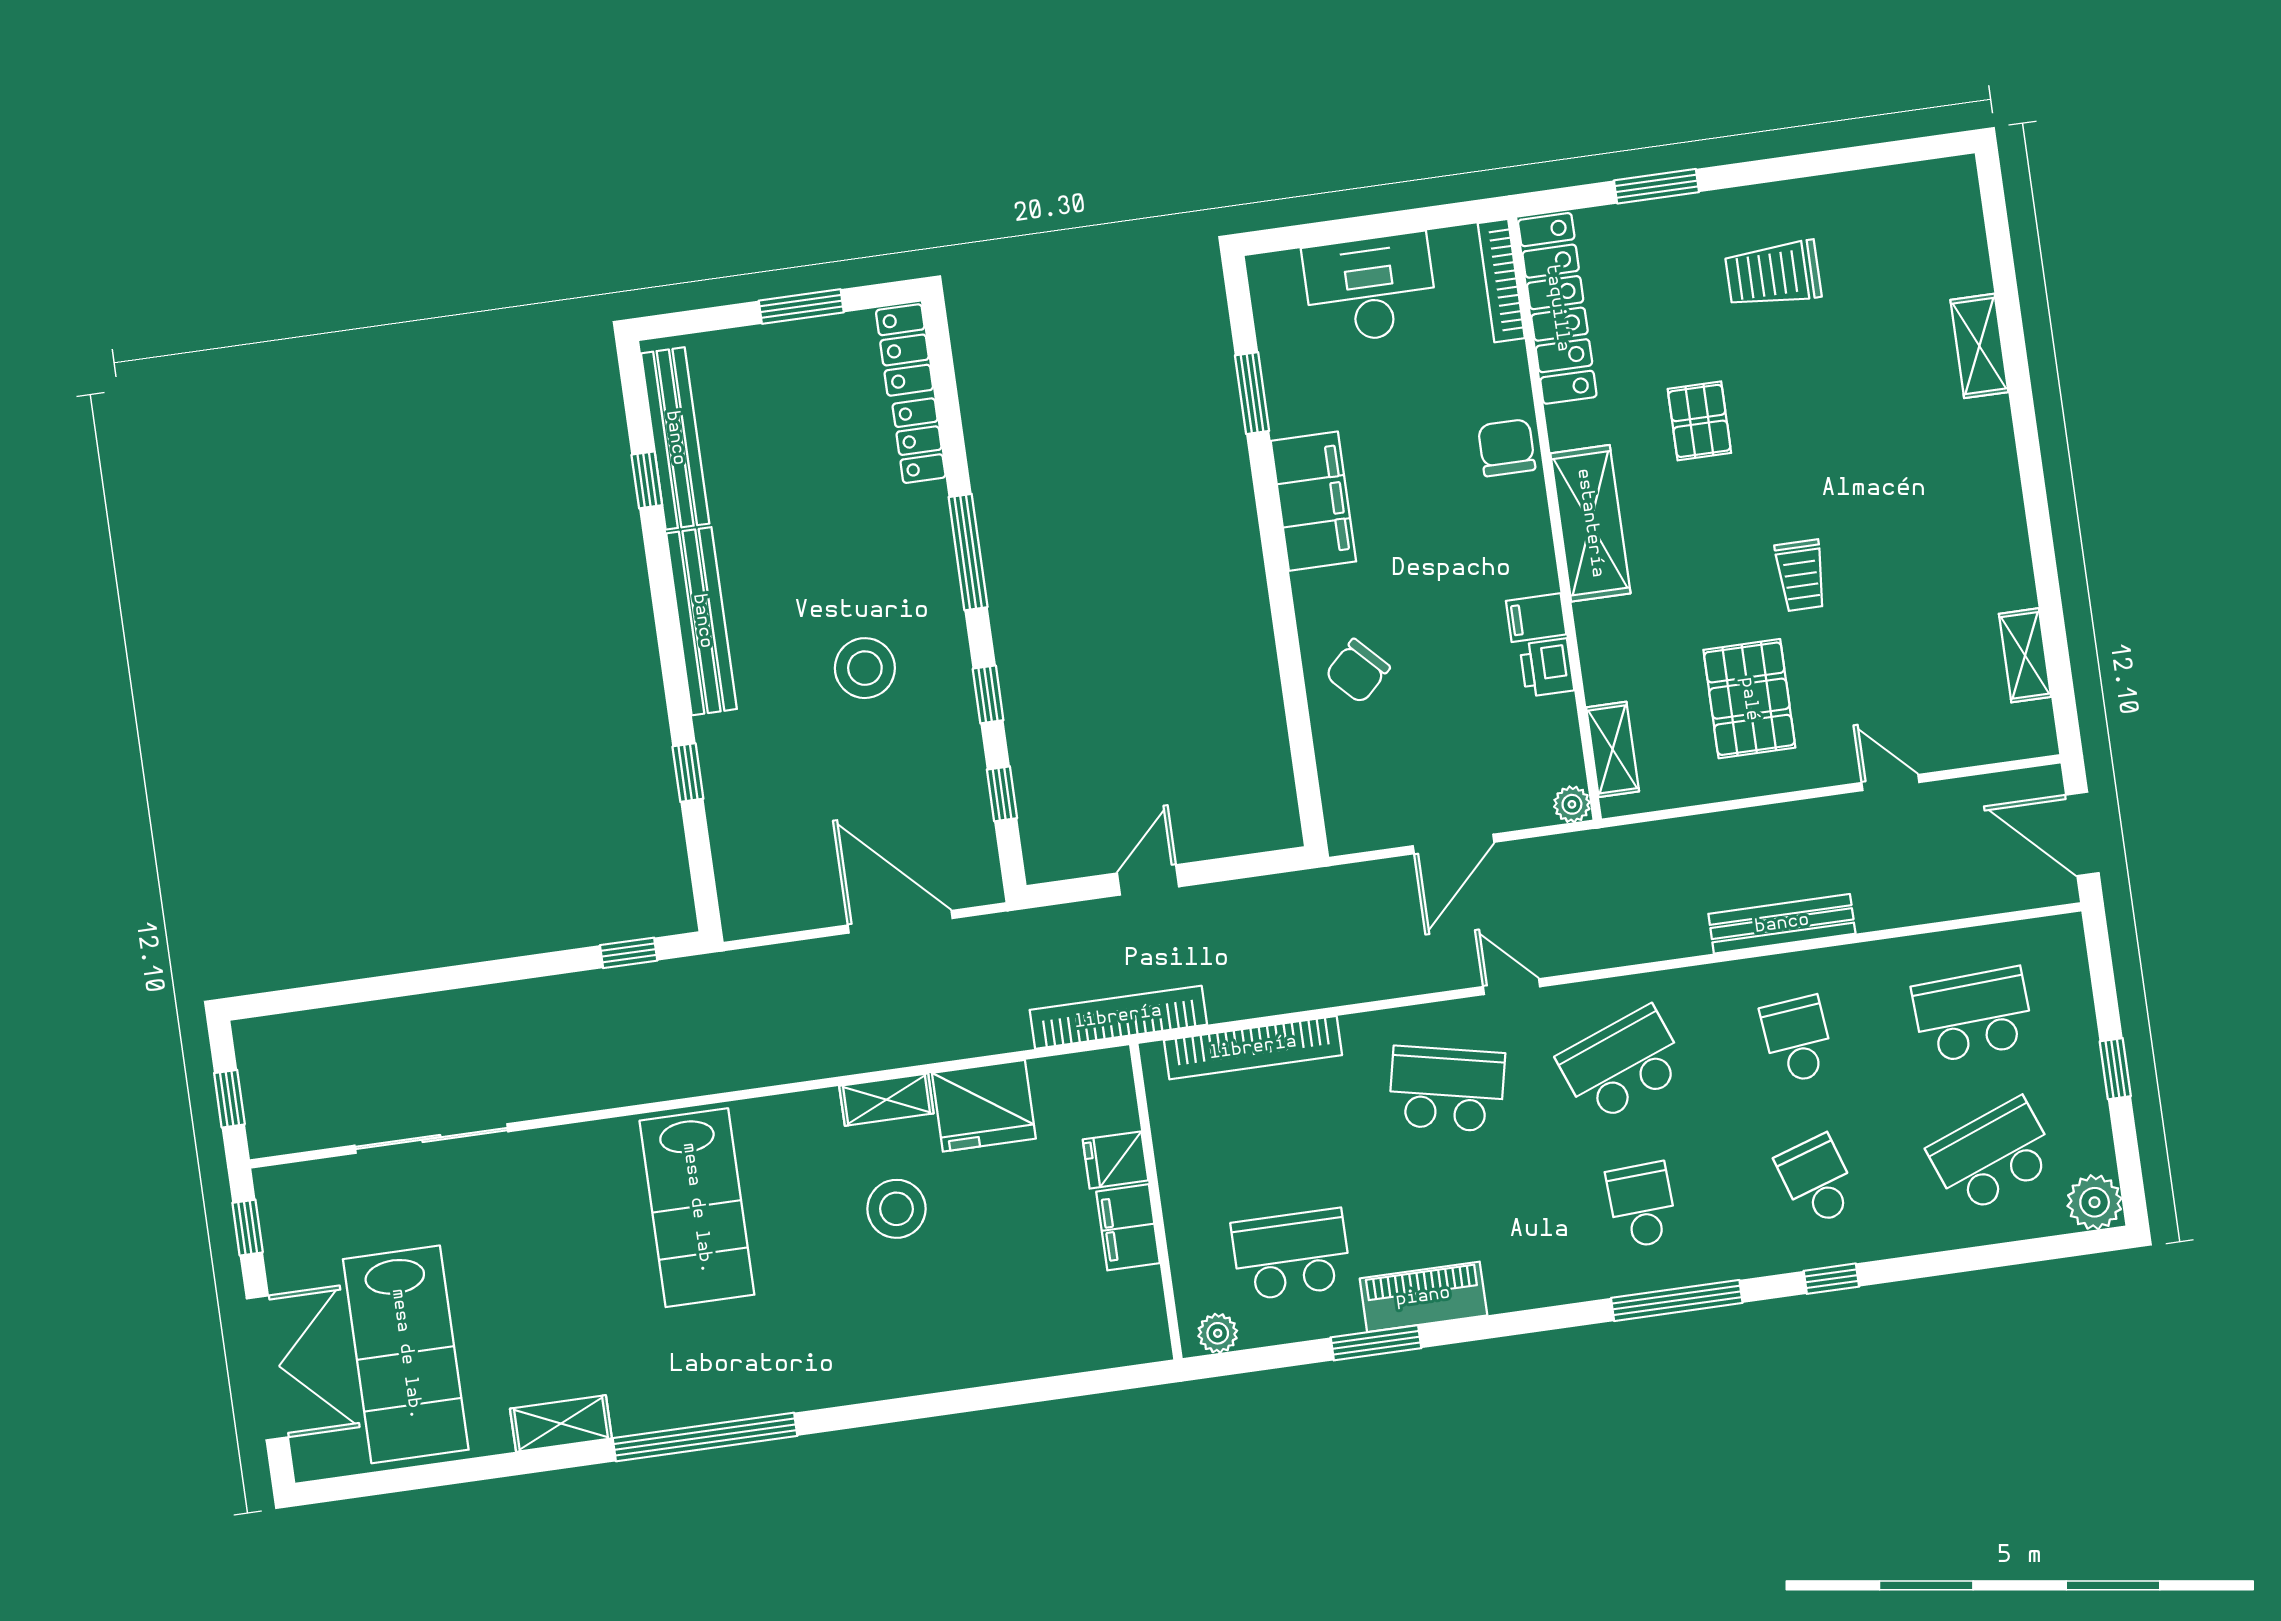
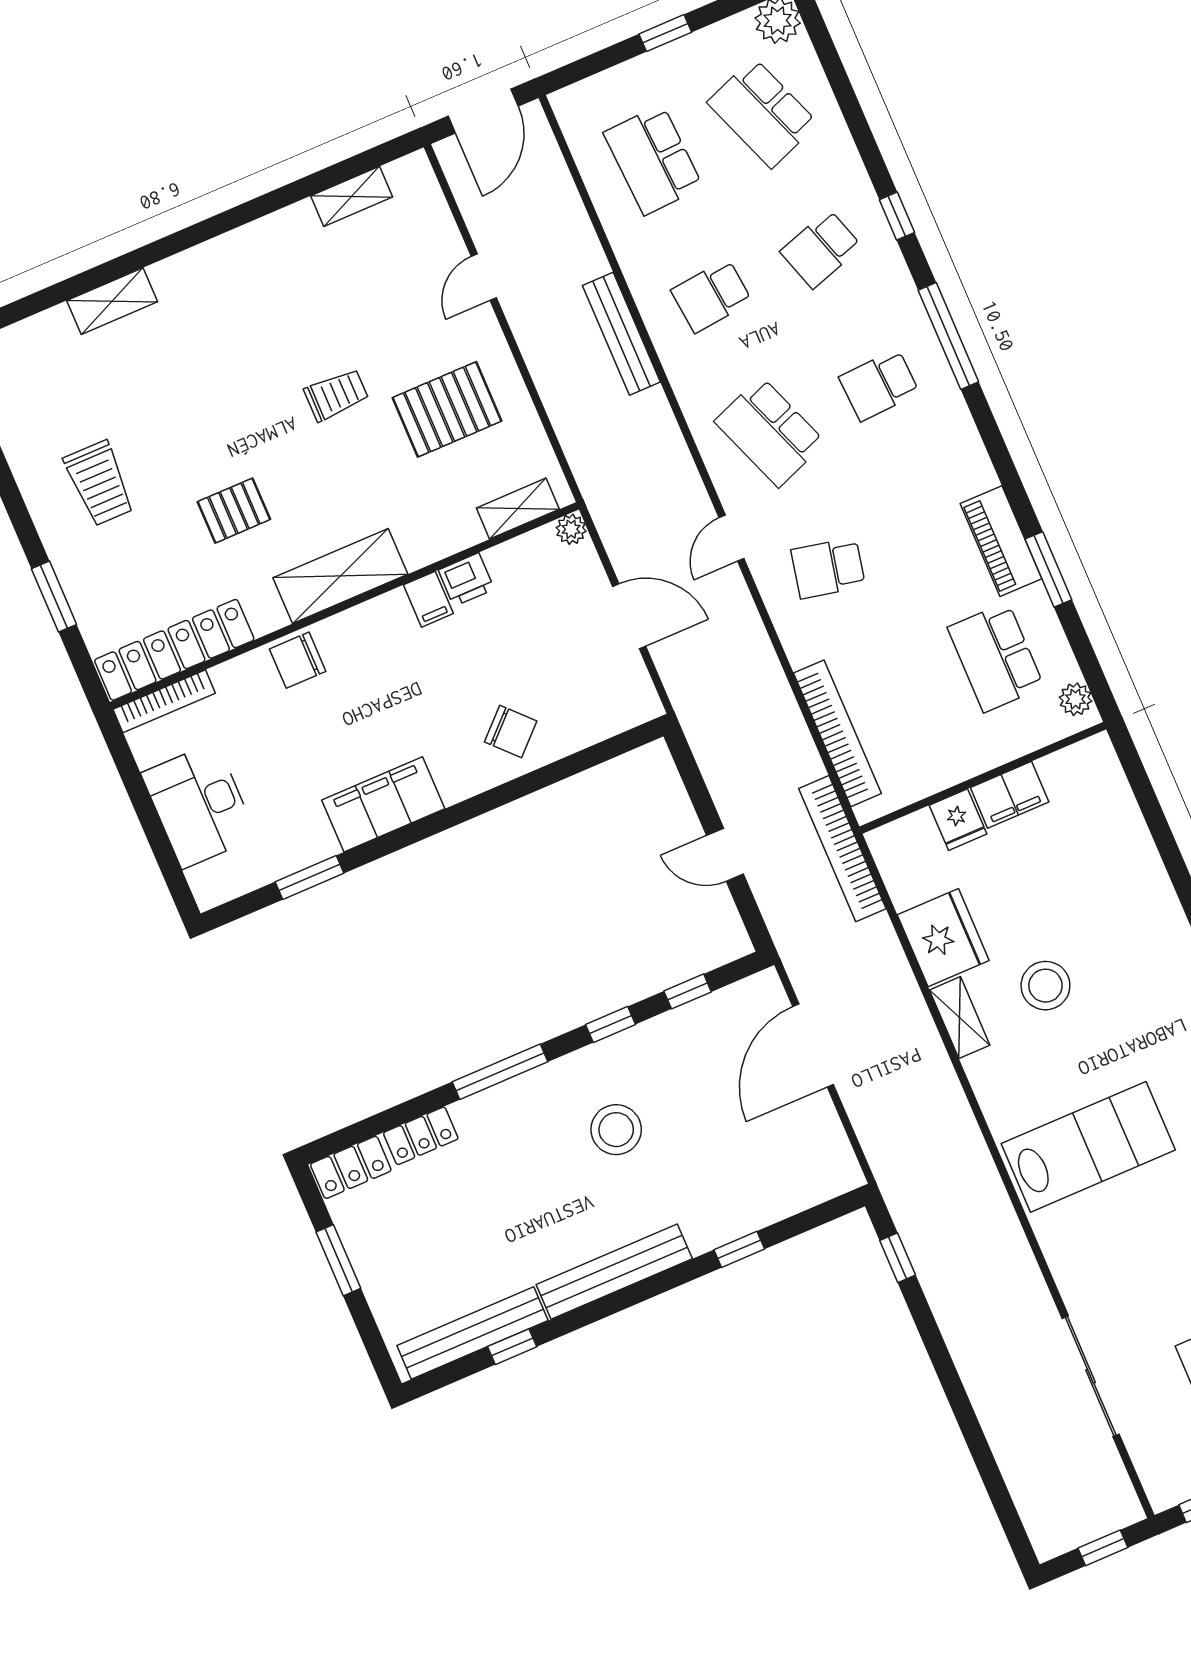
school desk: (1447, 1089) -> (828, 568), width x0.54

